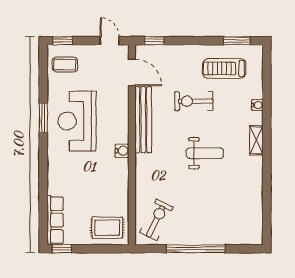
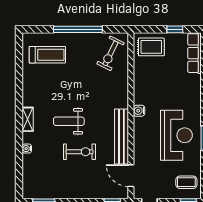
treadmill: (224, 68) -> (47, 55), moved
weight bench: (205, 153) -> (69, 121), moved
window: (62, 249) -> (175, 29), moved

